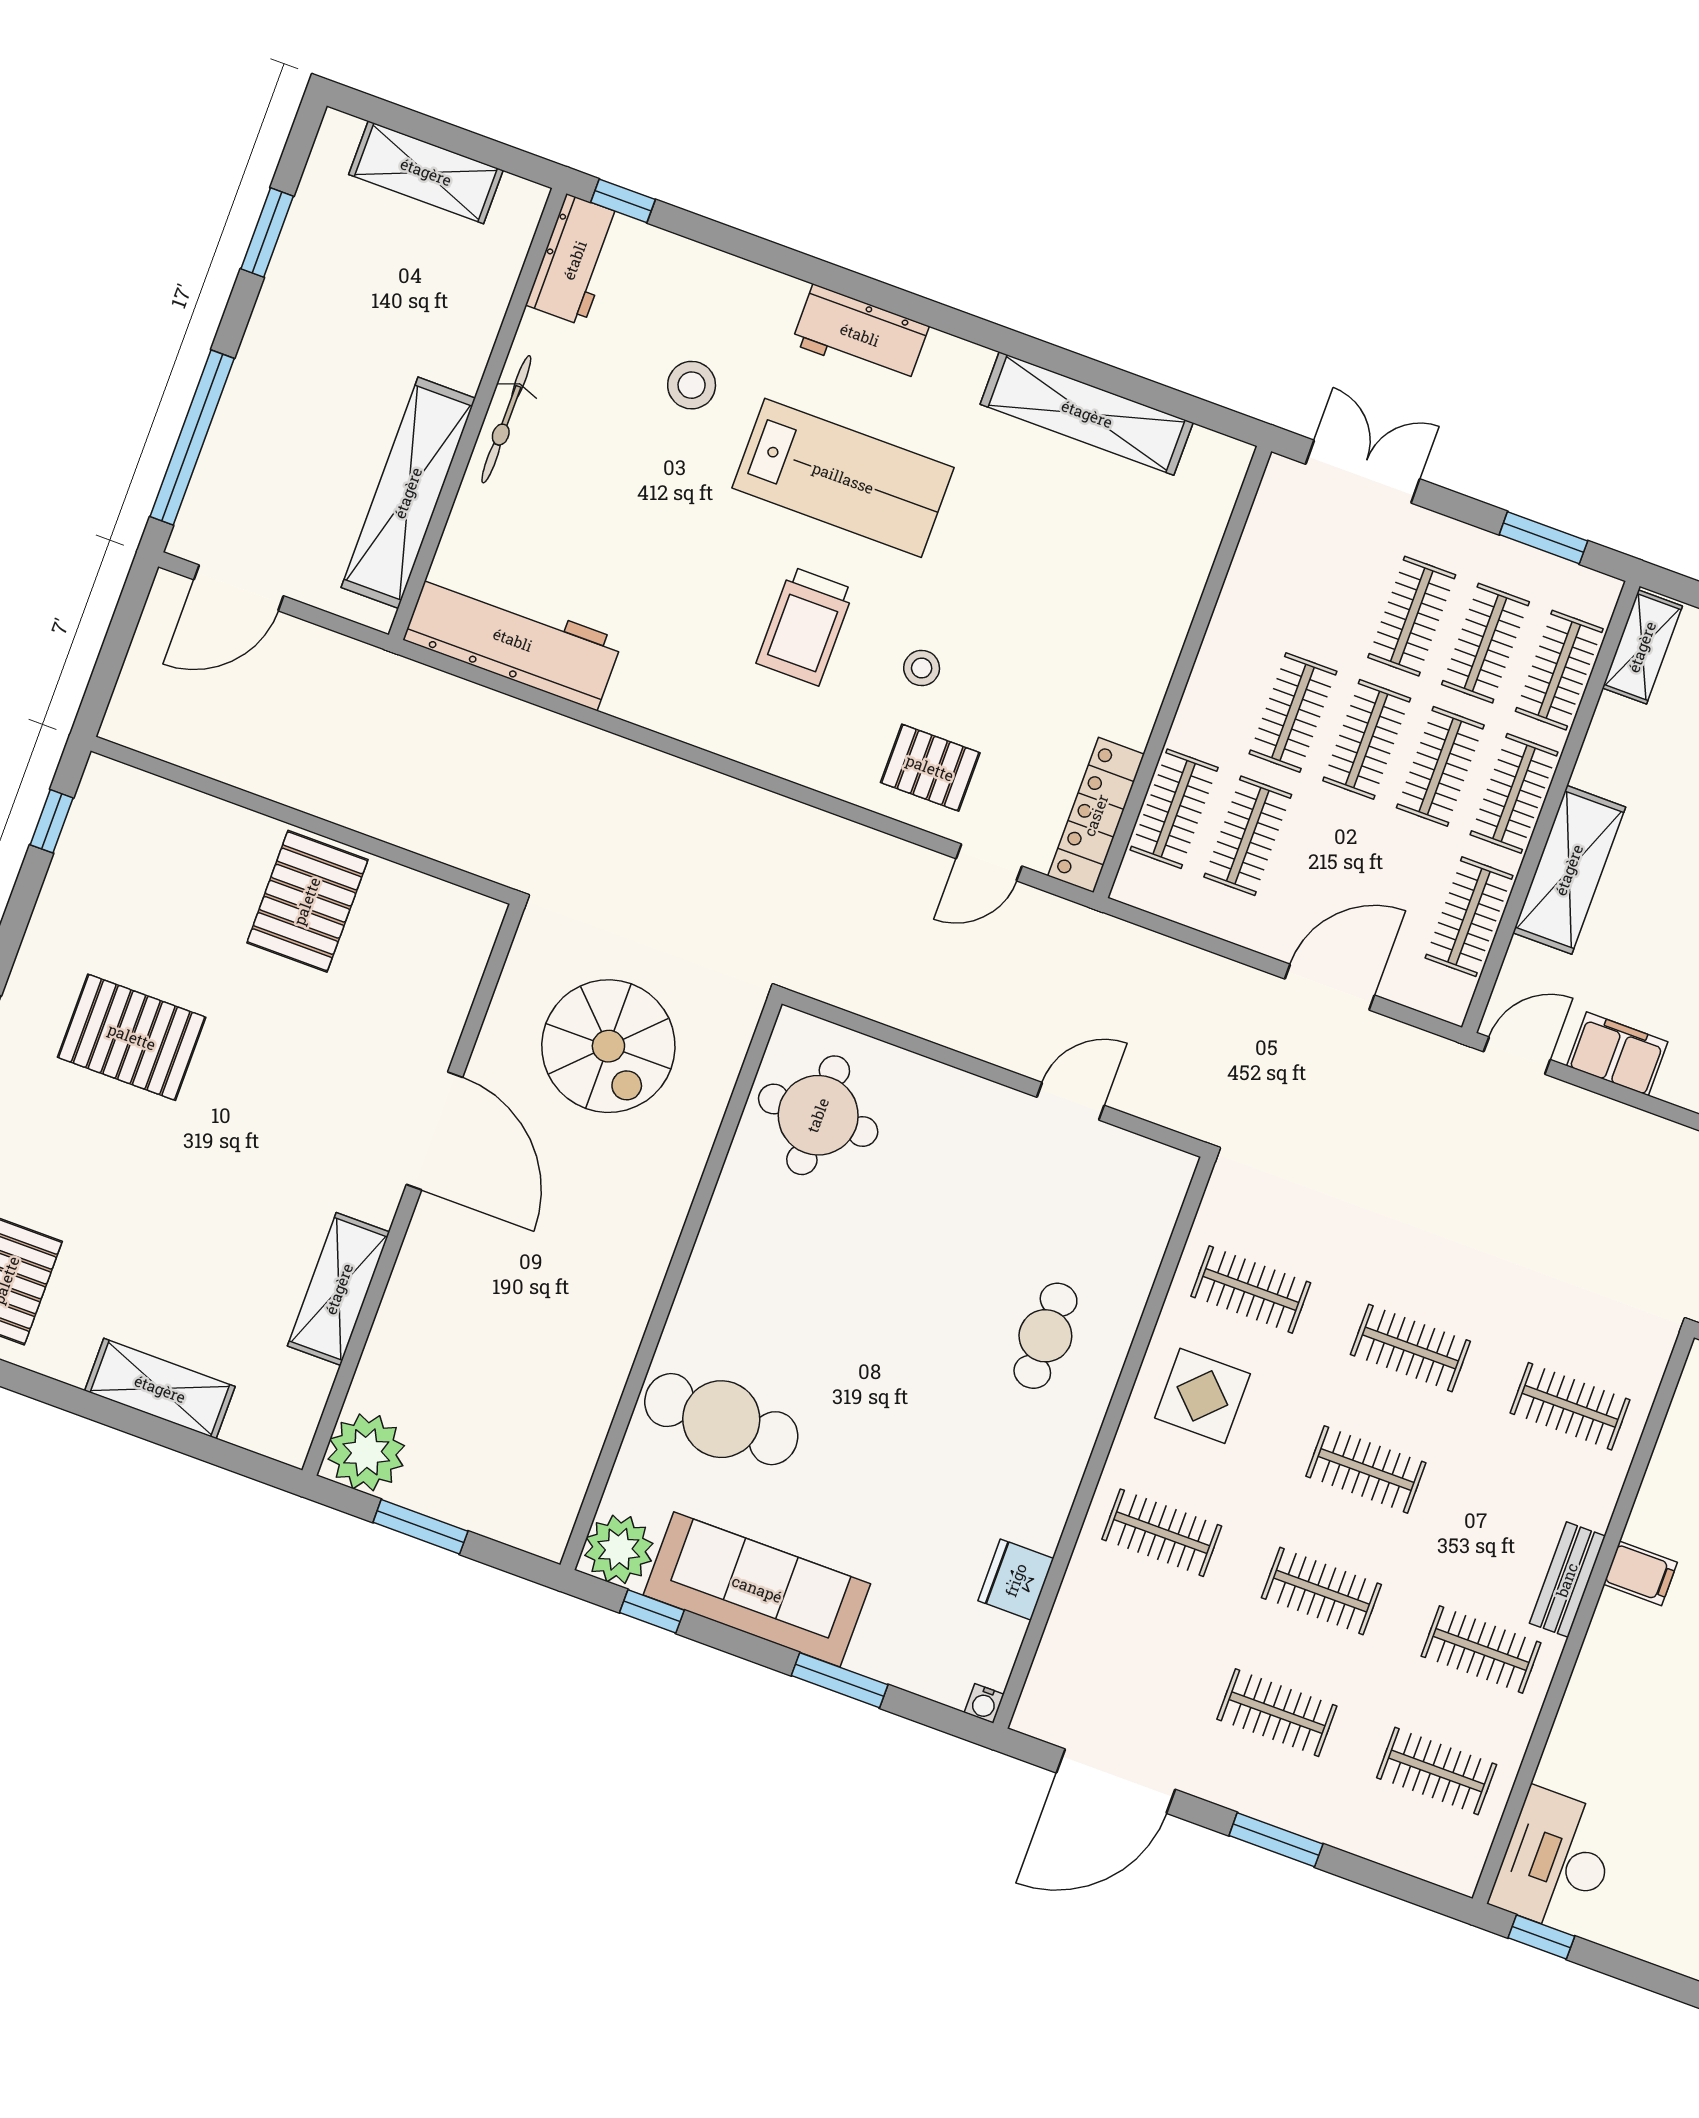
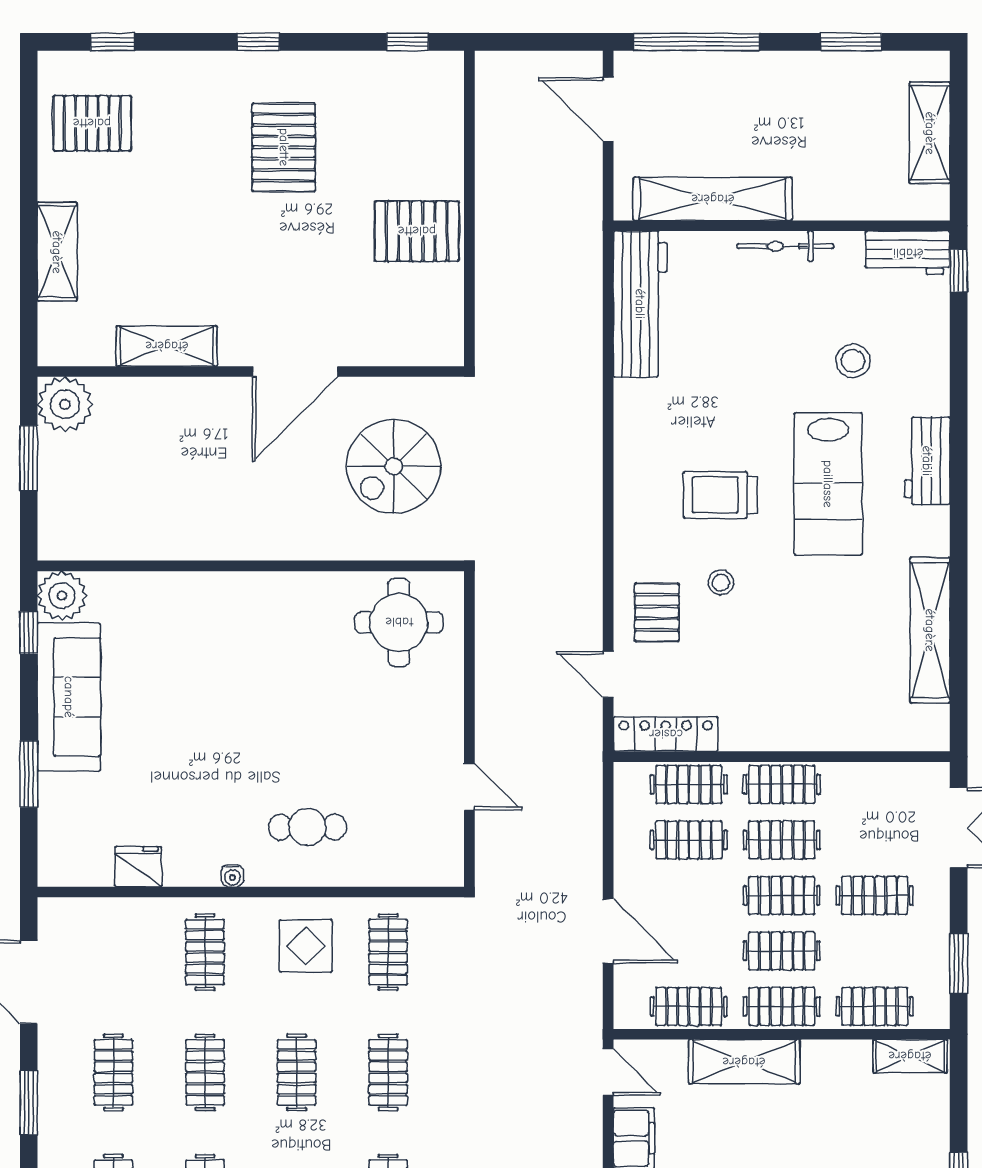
clothes rail: (1485, 643) -> (782, 784), moved
cafe table: (721, 1419) -> (173, 632), removed
water cooler: (984, 1703) -> (232, 876), moved, turned -90

